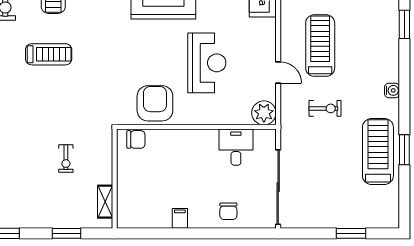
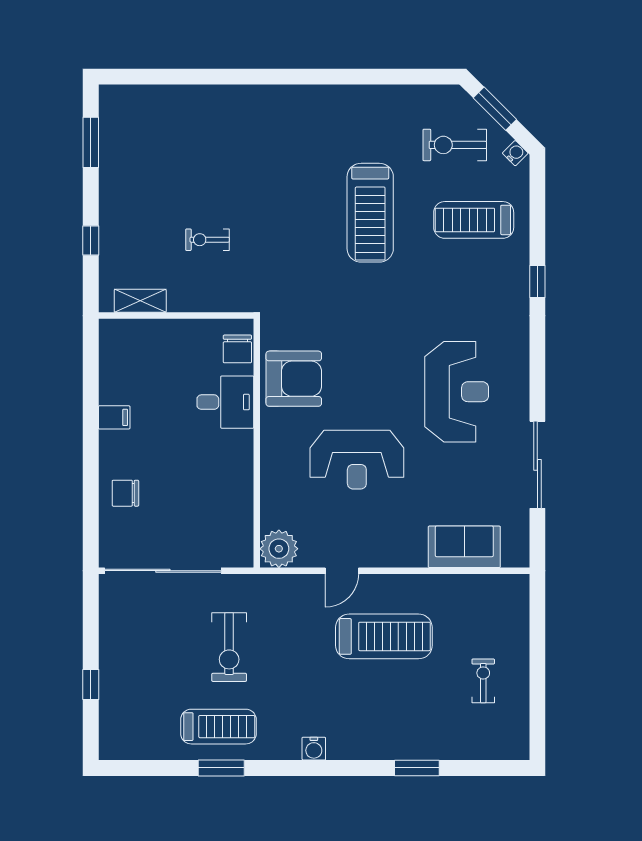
treadmill: (49, 54) -> (370, 213), width x1.37, depth x1.38
exercise bike: (325, 108) -> (229, 647), moved, width x1.38, depth x1.39
desk: (236, 147) -> (225, 402), moved
treadmill: (378, 152) -> (218, 727), width x0.73, depth x0.73
window: (66, 233) -> (91, 241), width x0.67
window: (351, 233) -> (91, 684), width x0.67

